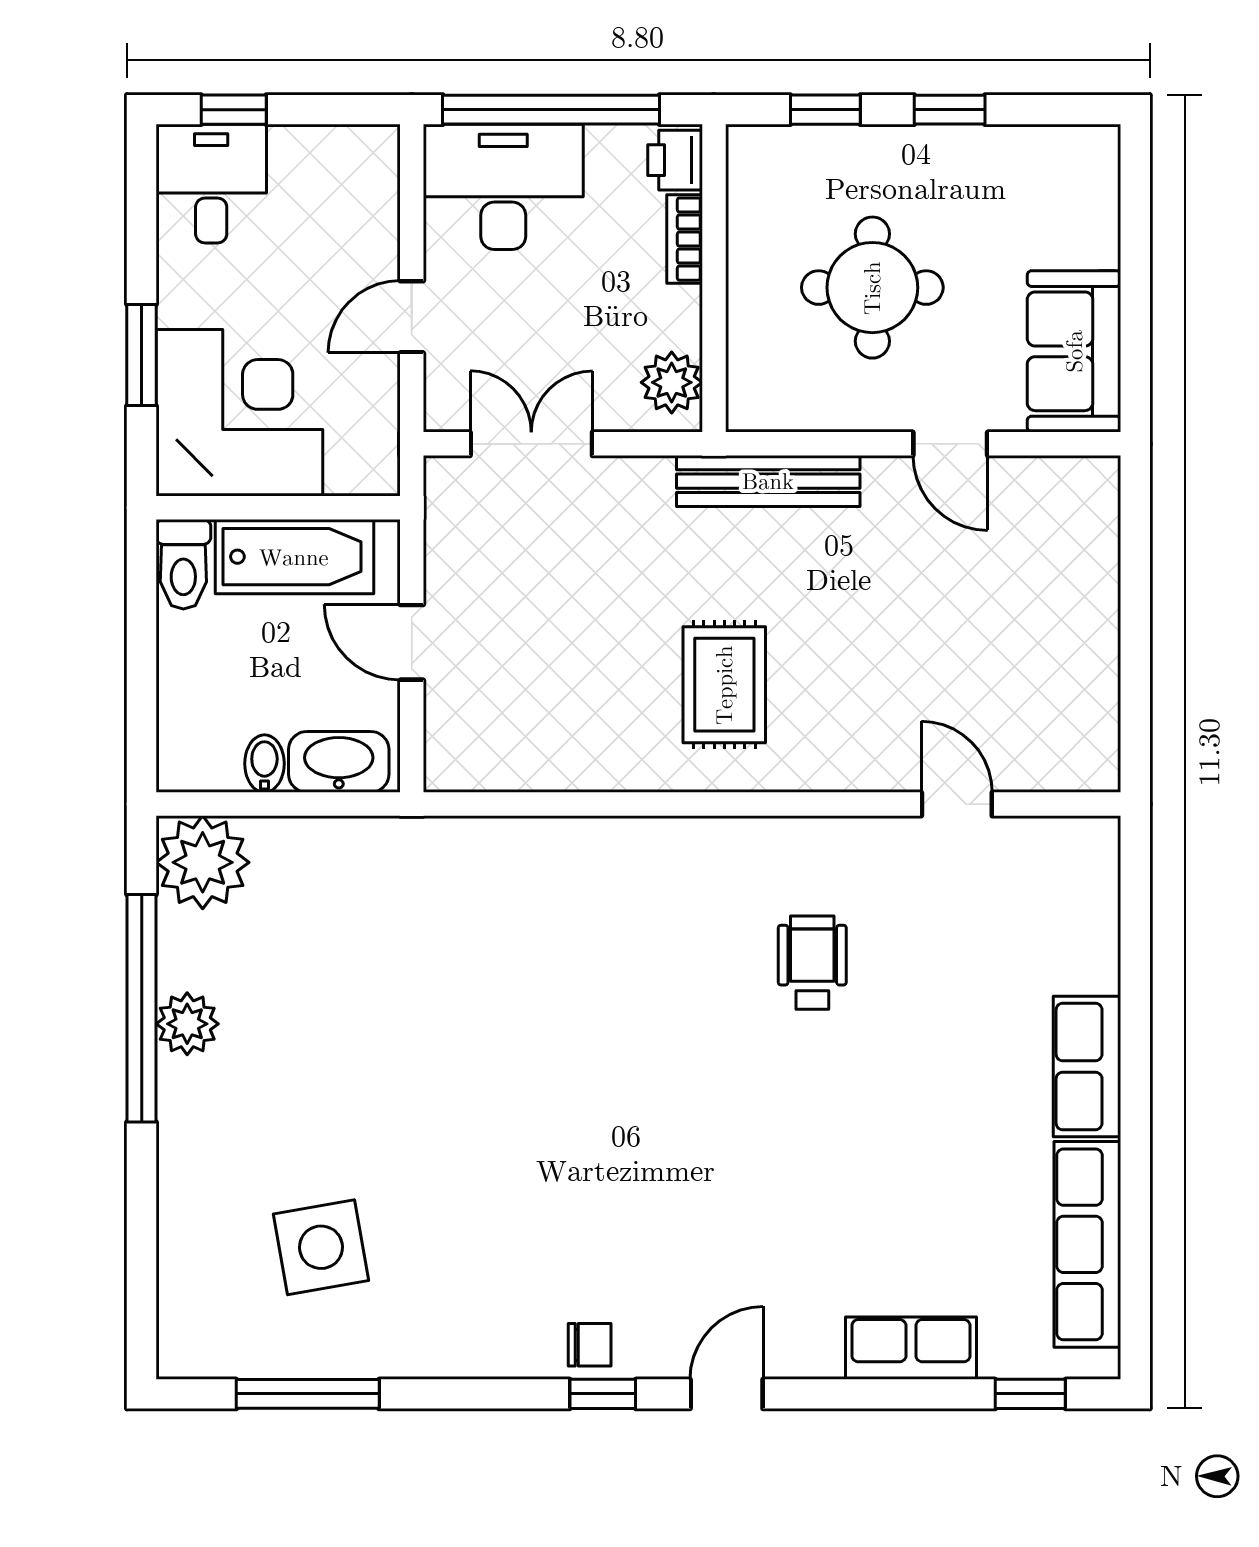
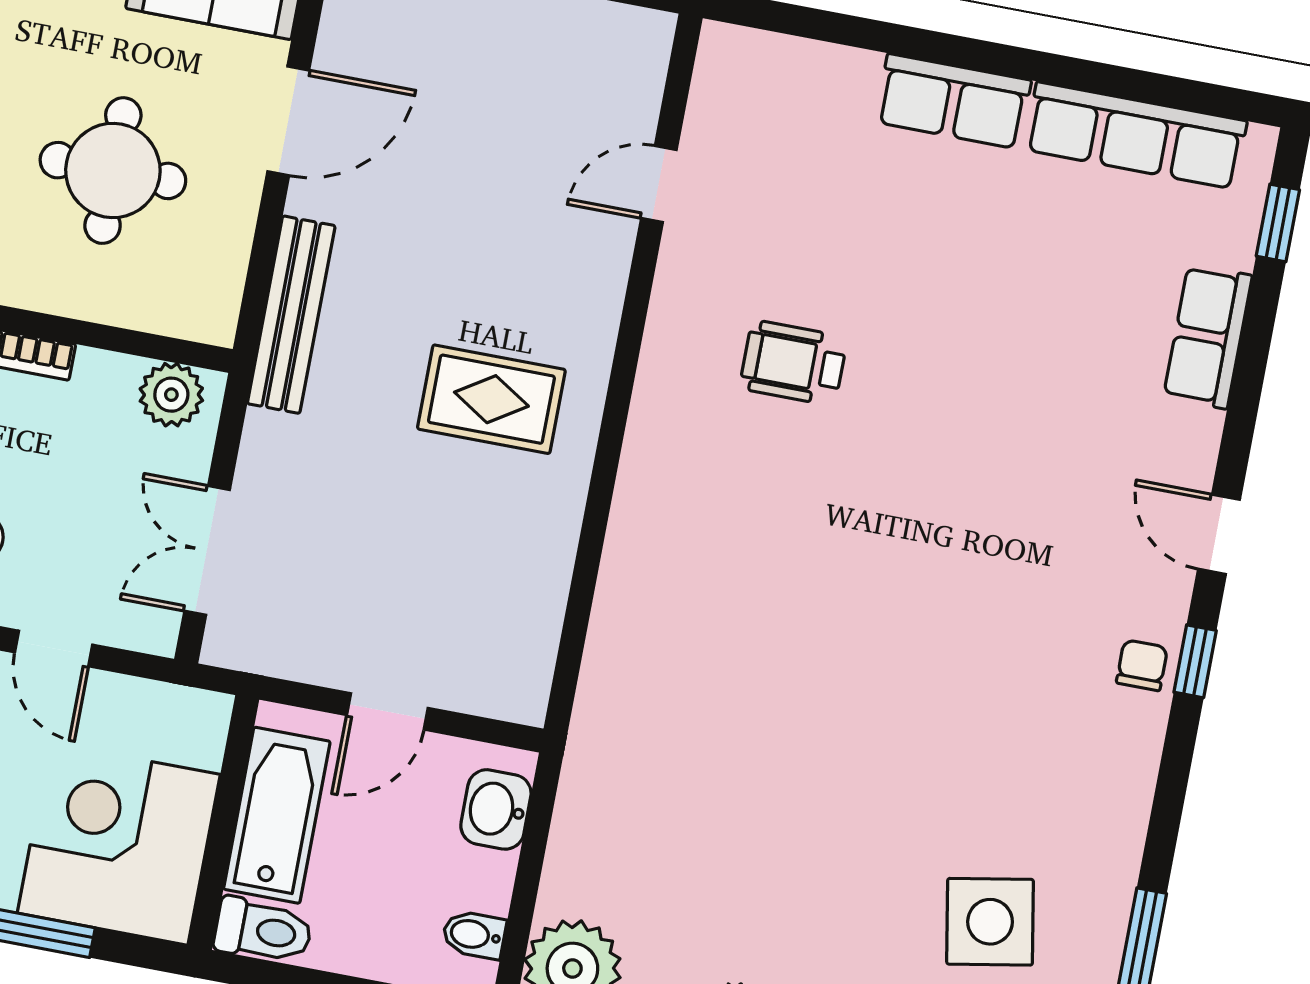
door: (950, 444) -> (288, 121), width x1.38
washbasin: (339, 762) -> (496, 809), width x0.72
bidet: (264, 764) -> (474, 935), moved

